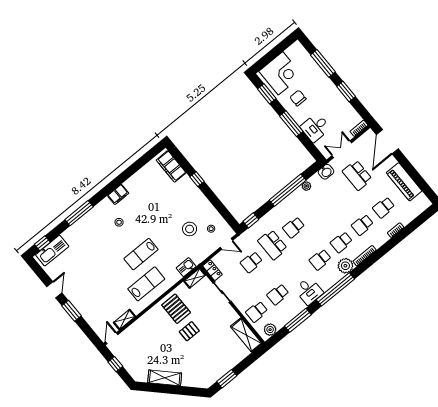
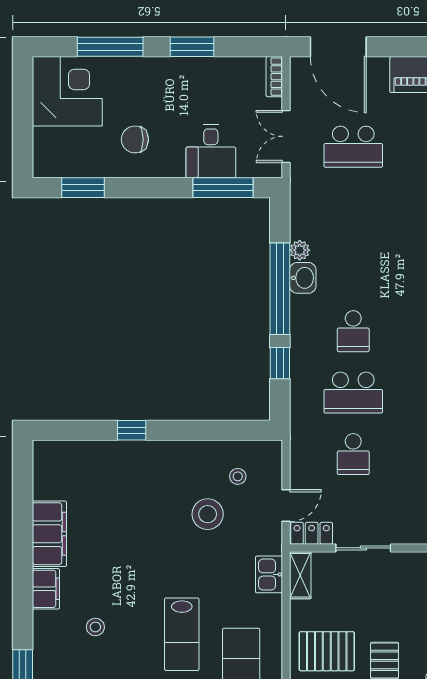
corner desk: (281, 73) -> (67, 91), moved
window: (291, 124) -> (223, 188), moved
filing cabinet: (171, 166) -> (49, 534), moved, turned -90
washbasin: (326, 172) -> (303, 278), moved
window: (251, 220) -> (280, 363), moved
door: (226, 244) -> (286, 506), moved

